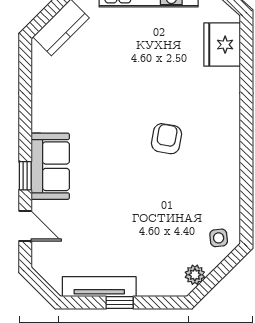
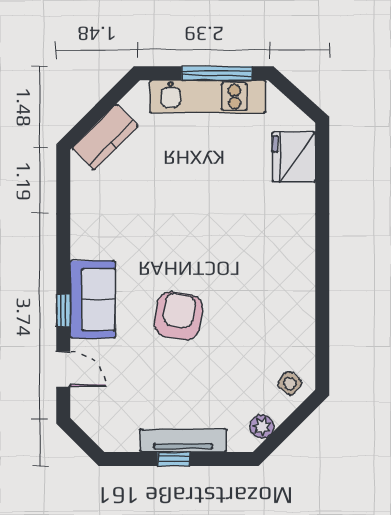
armchair: (166, 139) -> (178, 316), moved, width x1.38, depth x1.38
side table: (219, 238) -> (290, 383), turned 45
tv unit: (99, 287) -> (183, 440), moved

